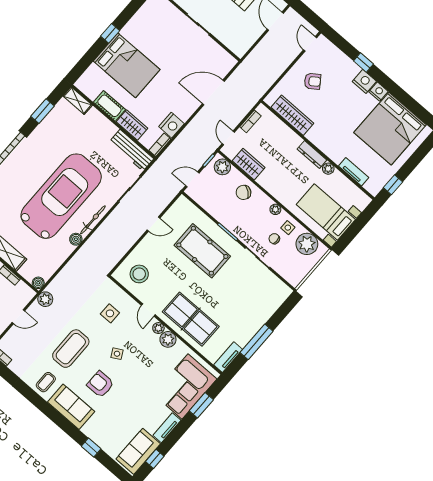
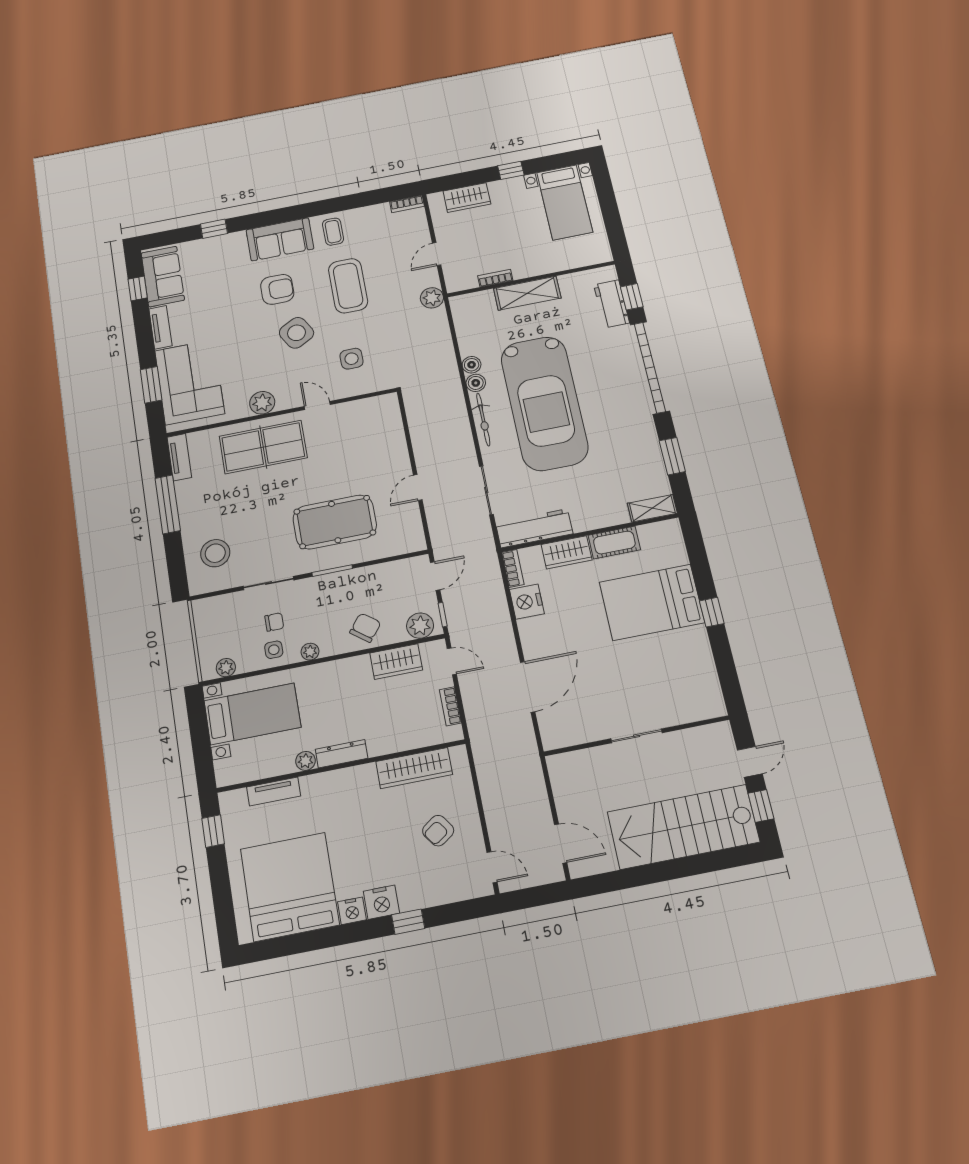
plant: (307, 244) -> (226, 668), width x0.53, depth x0.53
stool: (139, 274) -> (215, 553), moved
boiler: (38, 283) -> (472, 365), moved
plant: (158, 328) -> (285, 402), removed
side table: (117, 354) -> (297, 333), width x1.87, depth x1.87

